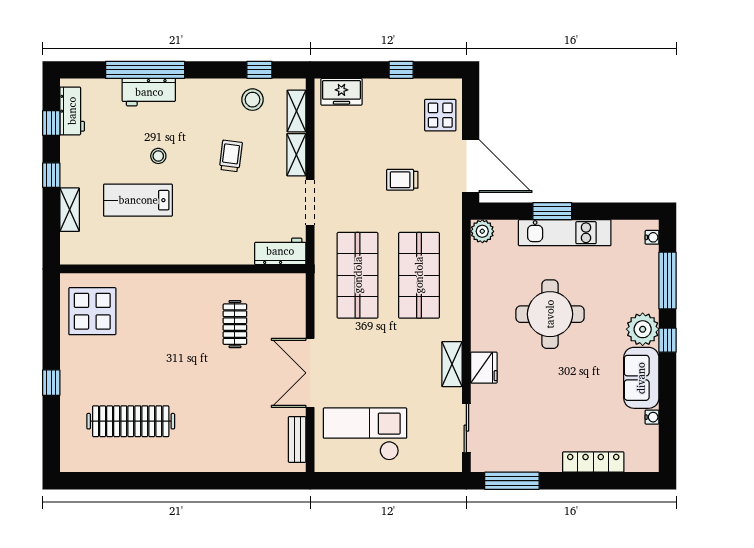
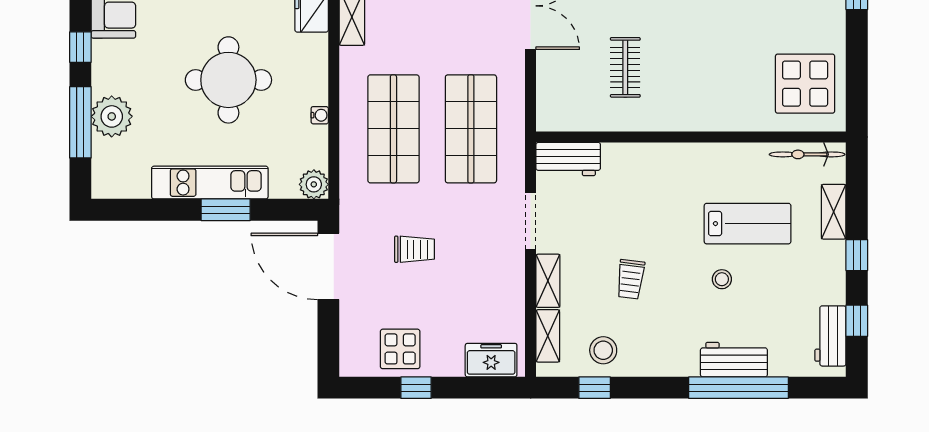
display table: (440, 115) -> (400, 349), moved
water cooler: (652, 237) -> (320, 115), moved, turned 180
bicycle: (91, 255) -> (807, 154), added
plant: (643, 329) -> (112, 116), moved

